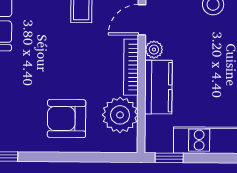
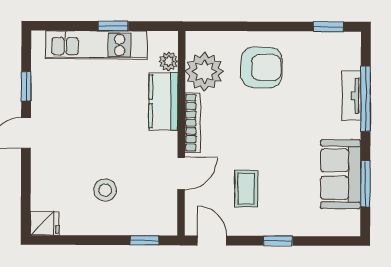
plant: (154, 50) -> (169, 61), moved
window: (169, 158) -> (113, 26), moved

